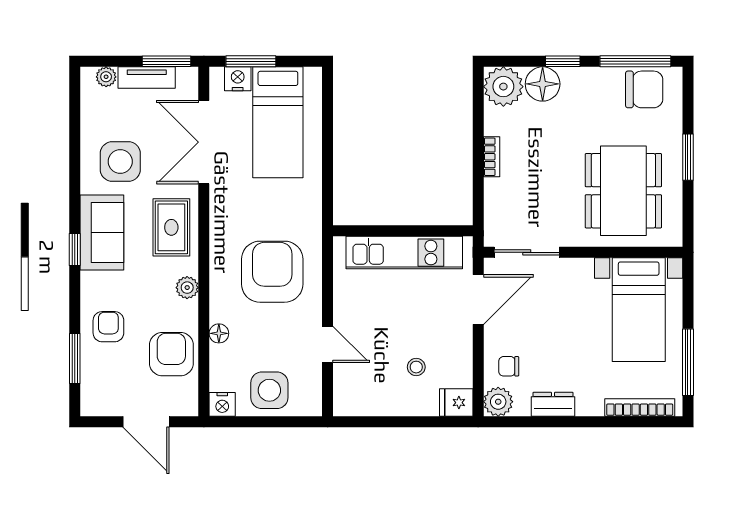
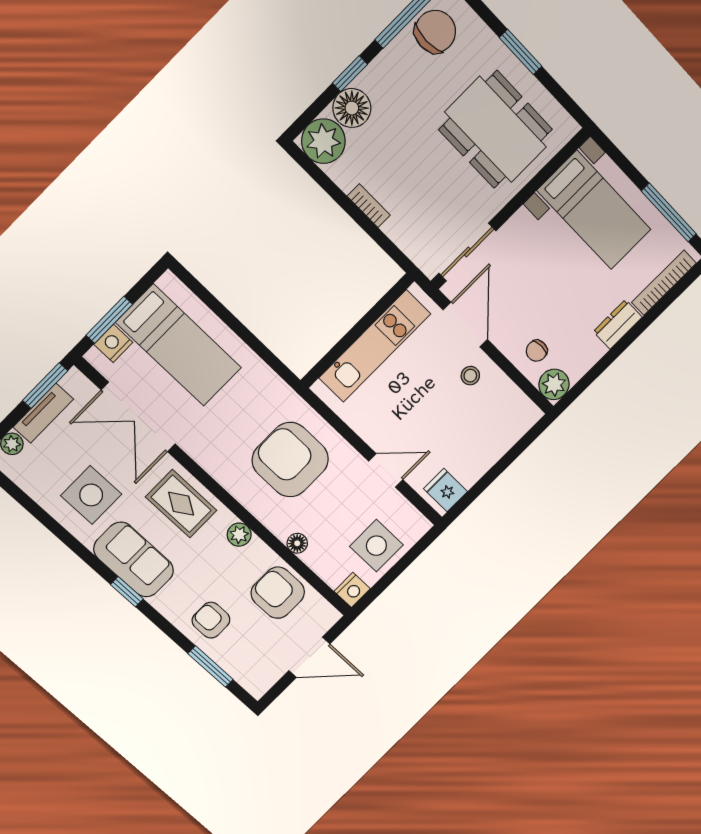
stool: (416, 367) -> (470, 376), moved
fridge: (456, 403) -> (446, 490), moved, turned 90
dresser: (553, 404) -> (618, 324), moved

